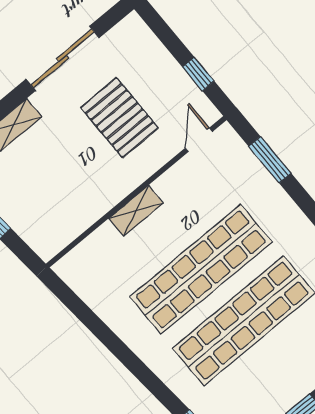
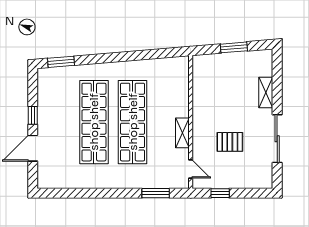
pallet: (119, 118) -> (230, 142), width x0.67, depth x0.71
shelving: (136, 211) -> (182, 133), moved

